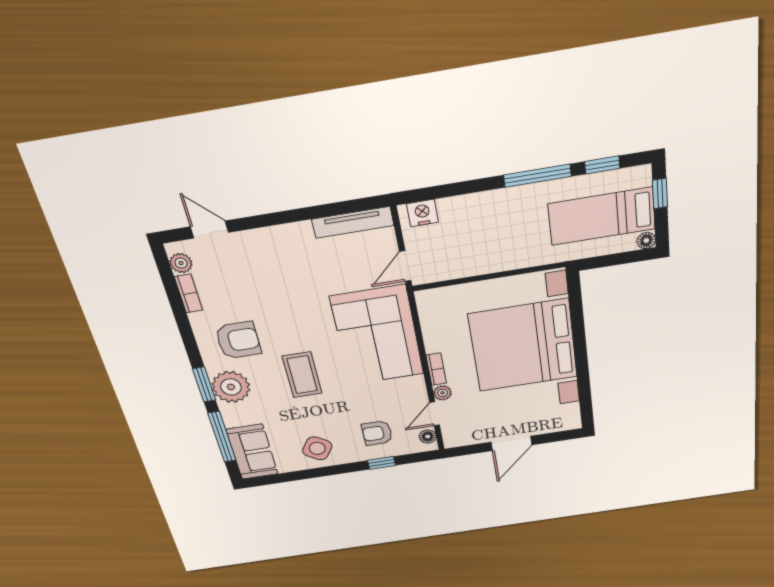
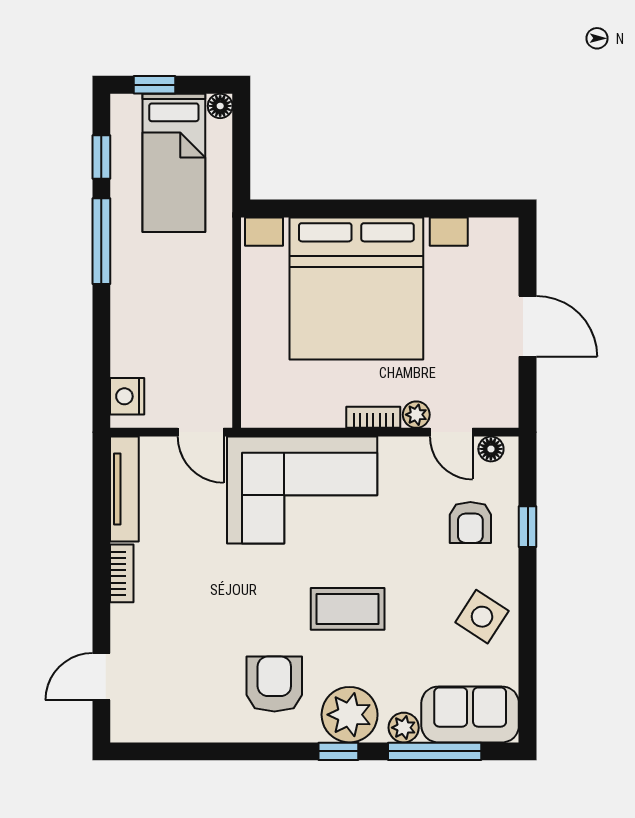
plant: (181, 263) -> (404, 728), moved
bookcase: (188, 293) -> (122, 573), moved, turned 90
window: (204, 385) -> (338, 751), width x0.67

